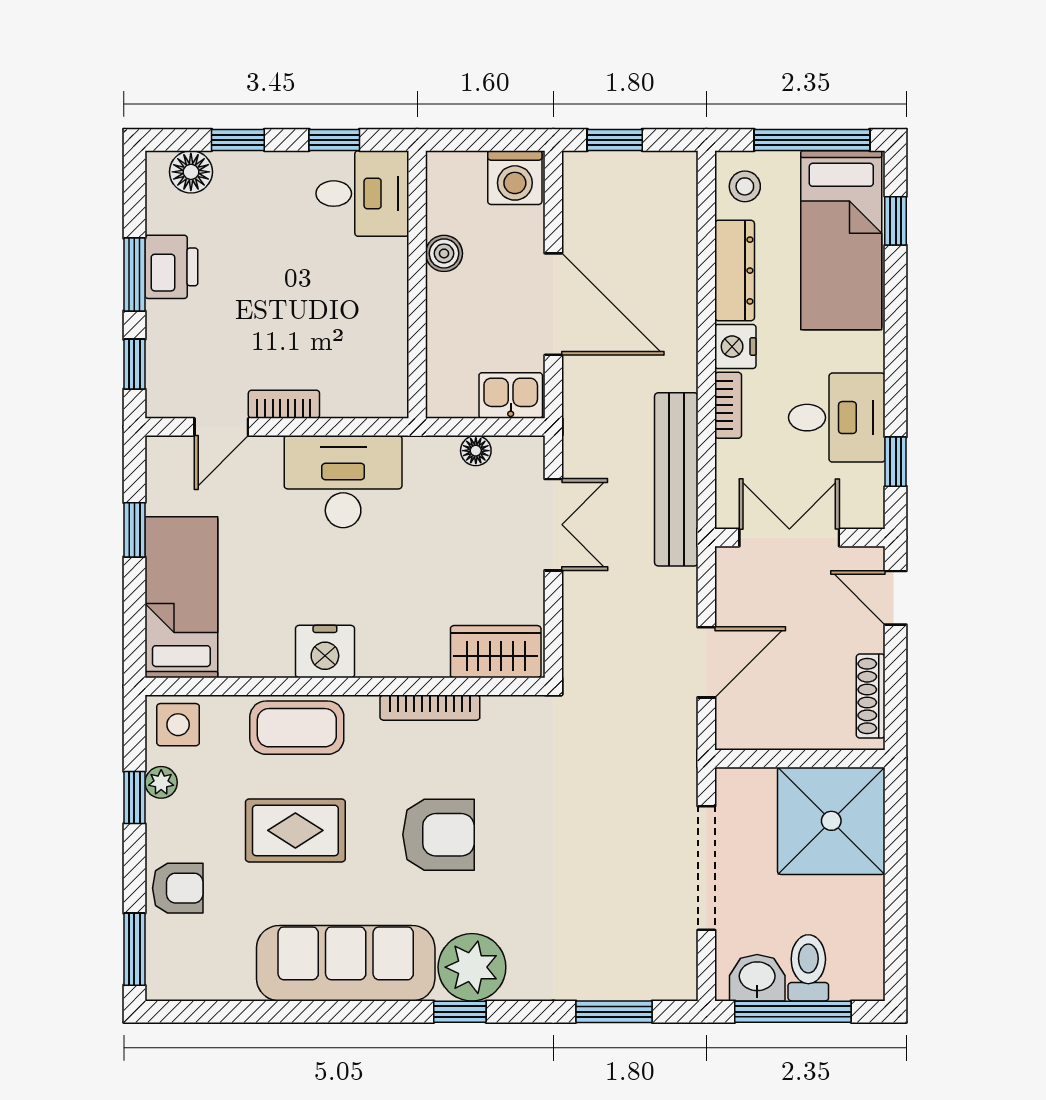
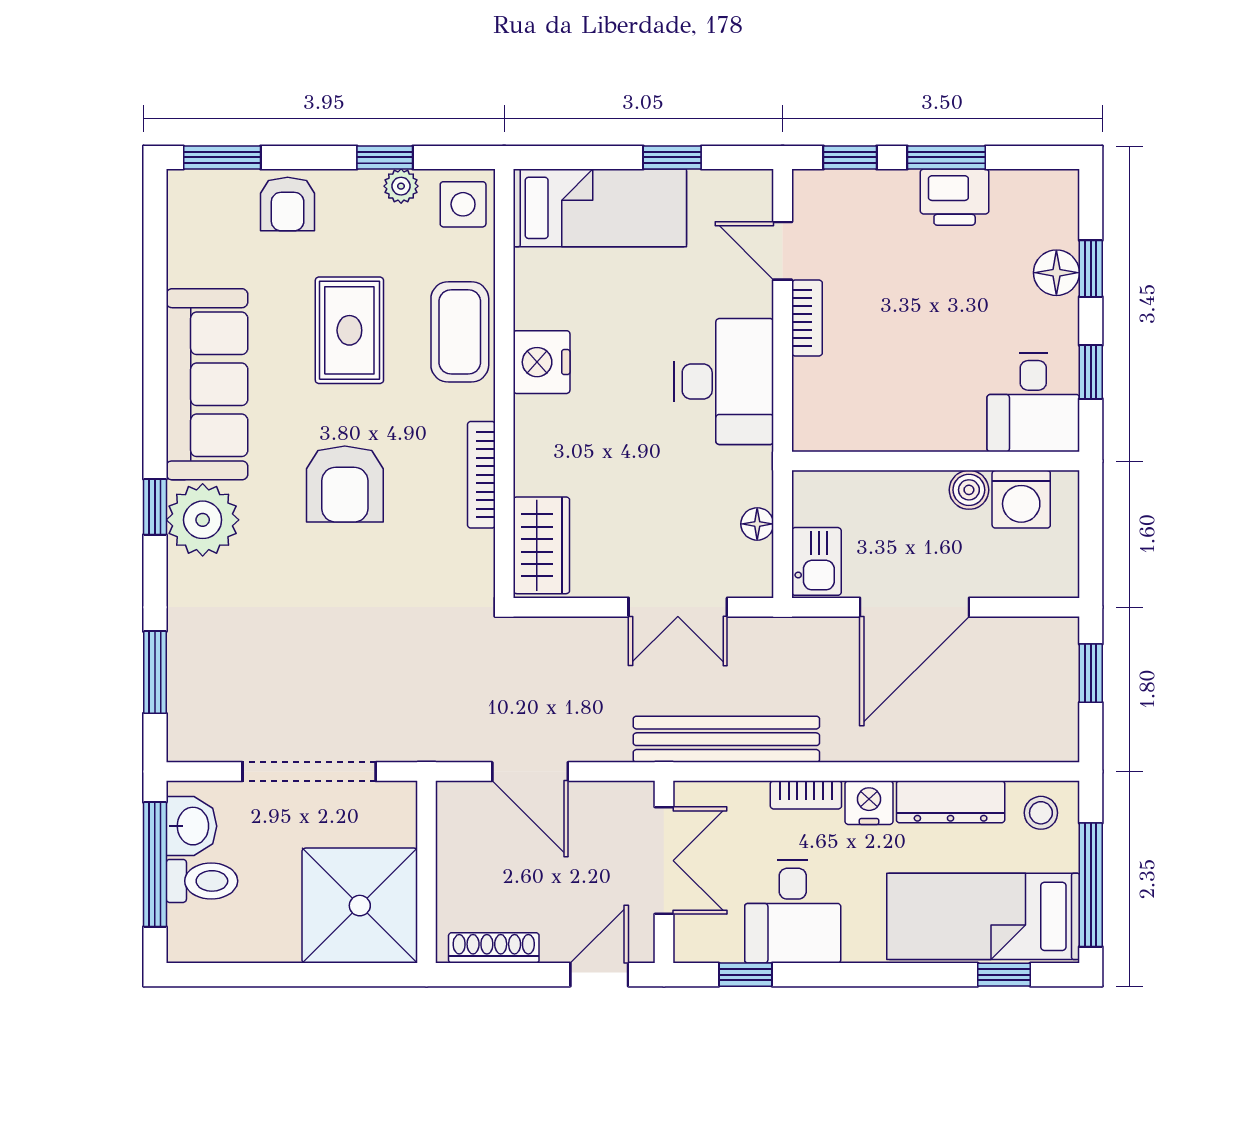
floor lamp: (191, 172) -> (1056, 273), moved
washing machine: (515, 178) -> (1021, 499), moved, turned -90

